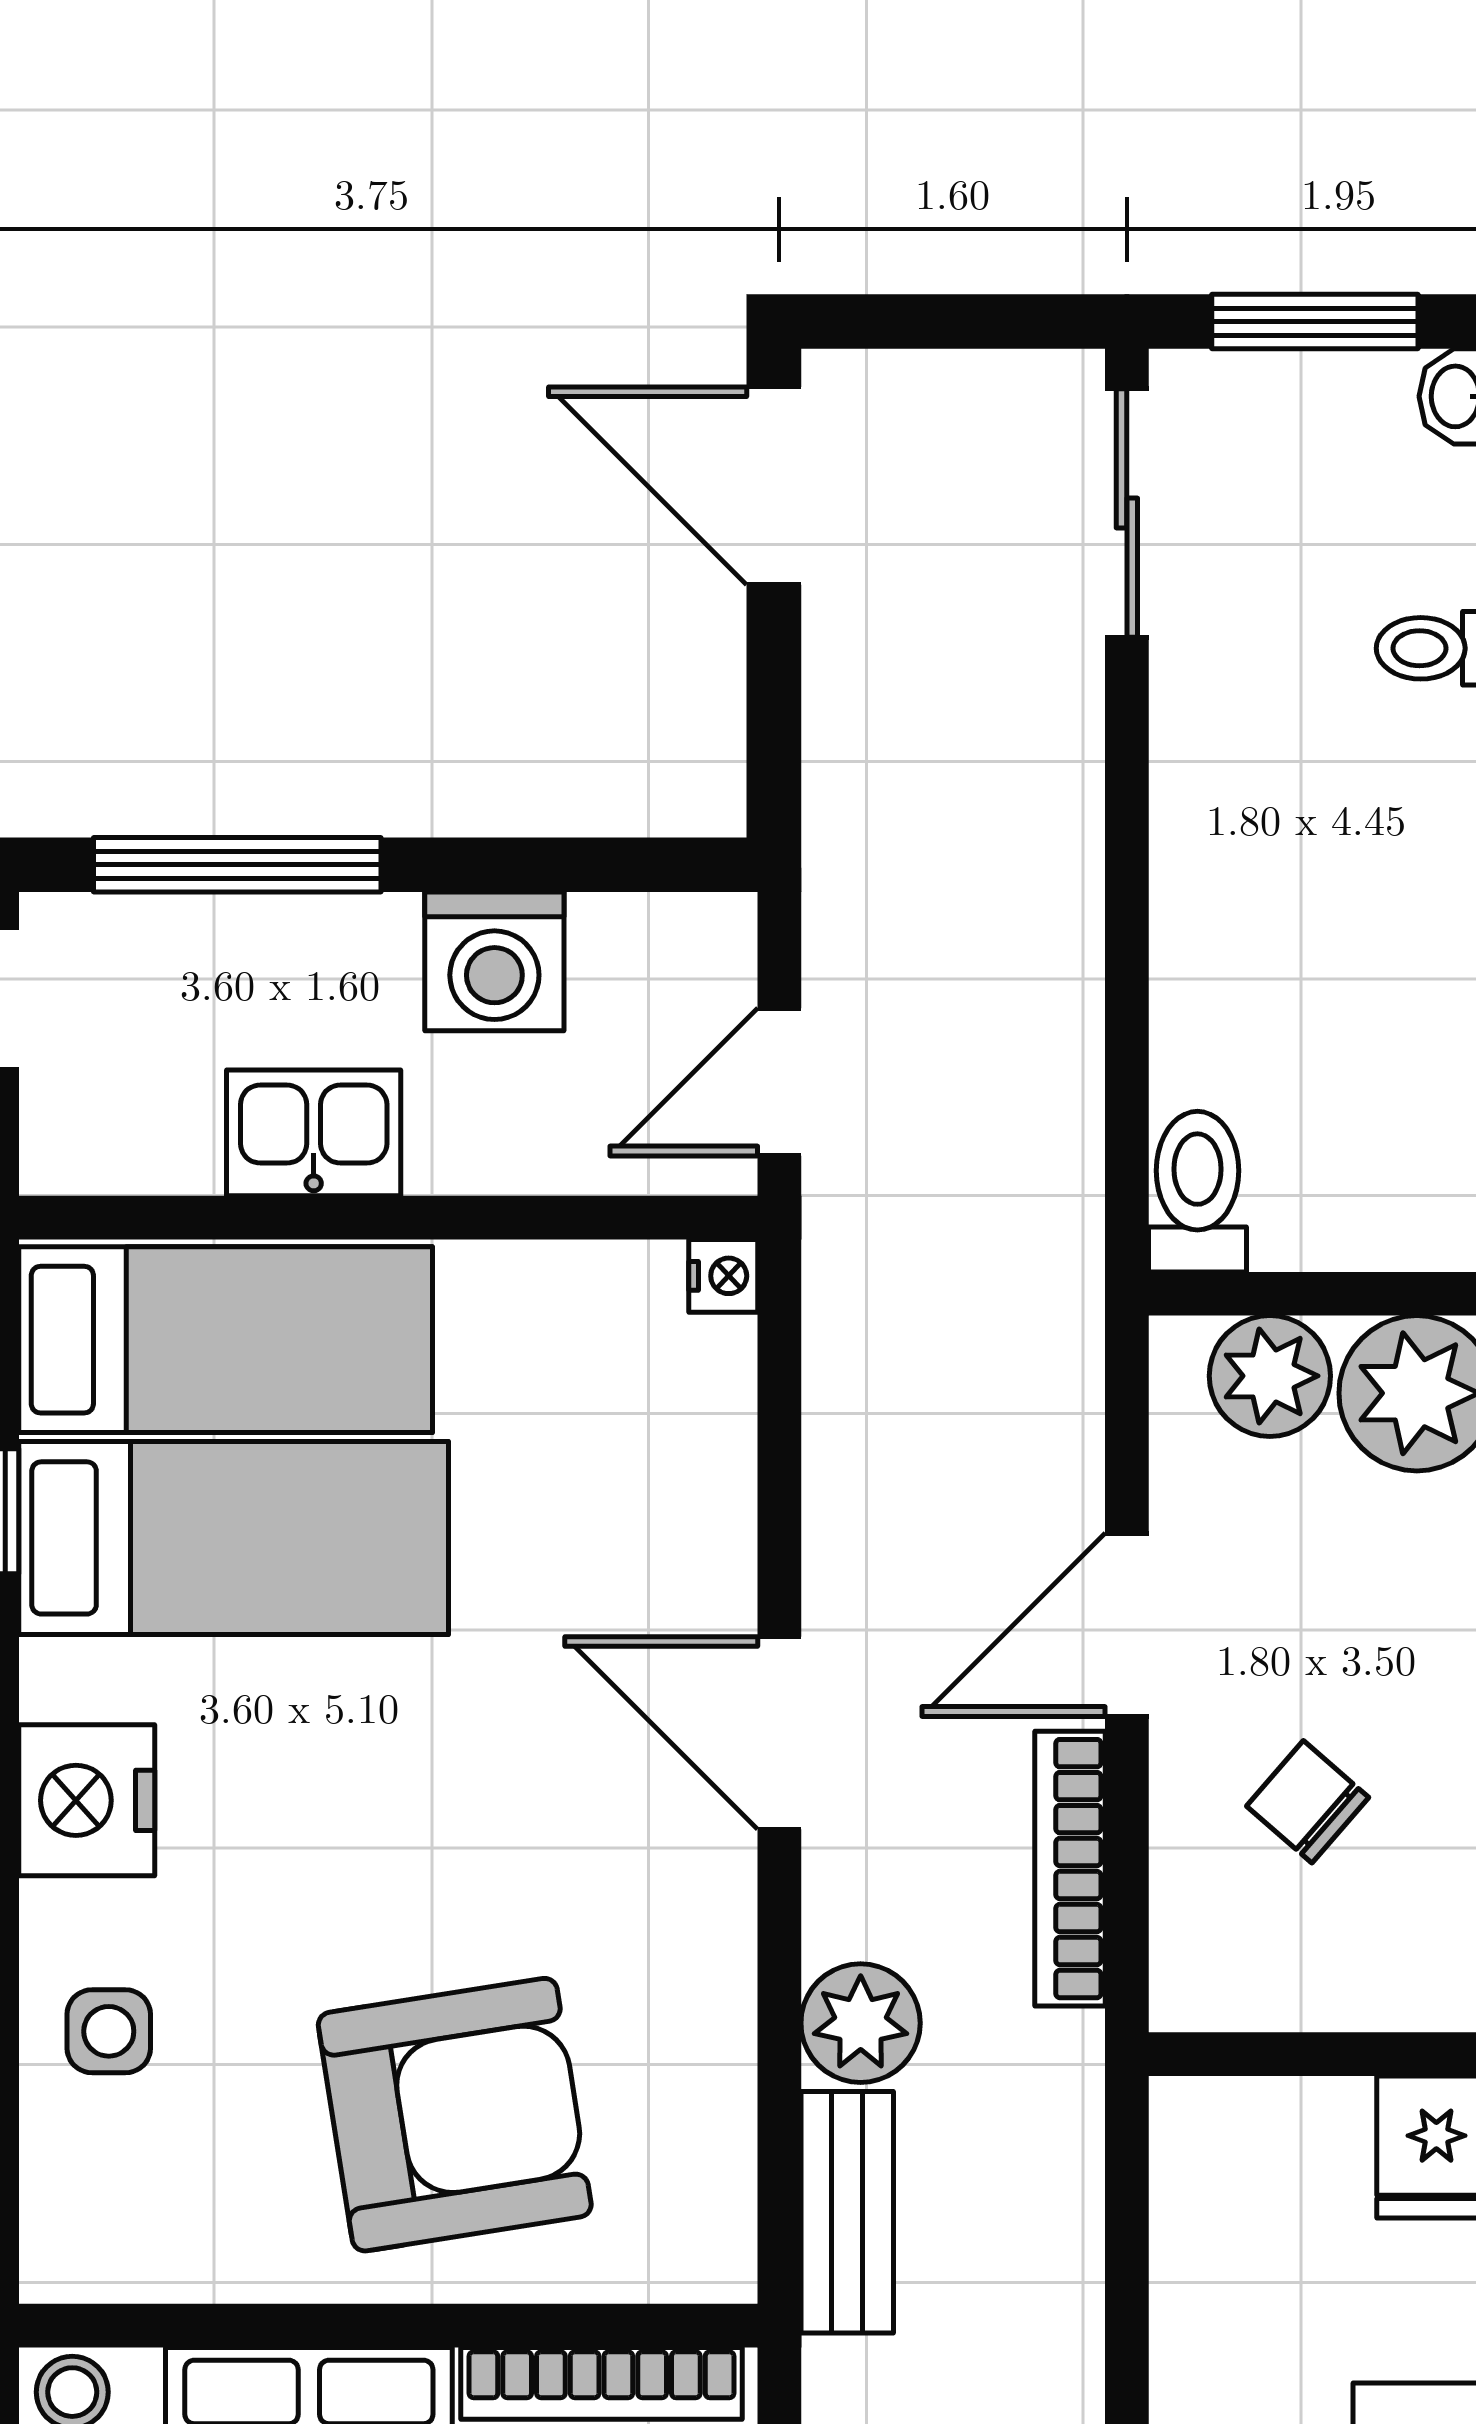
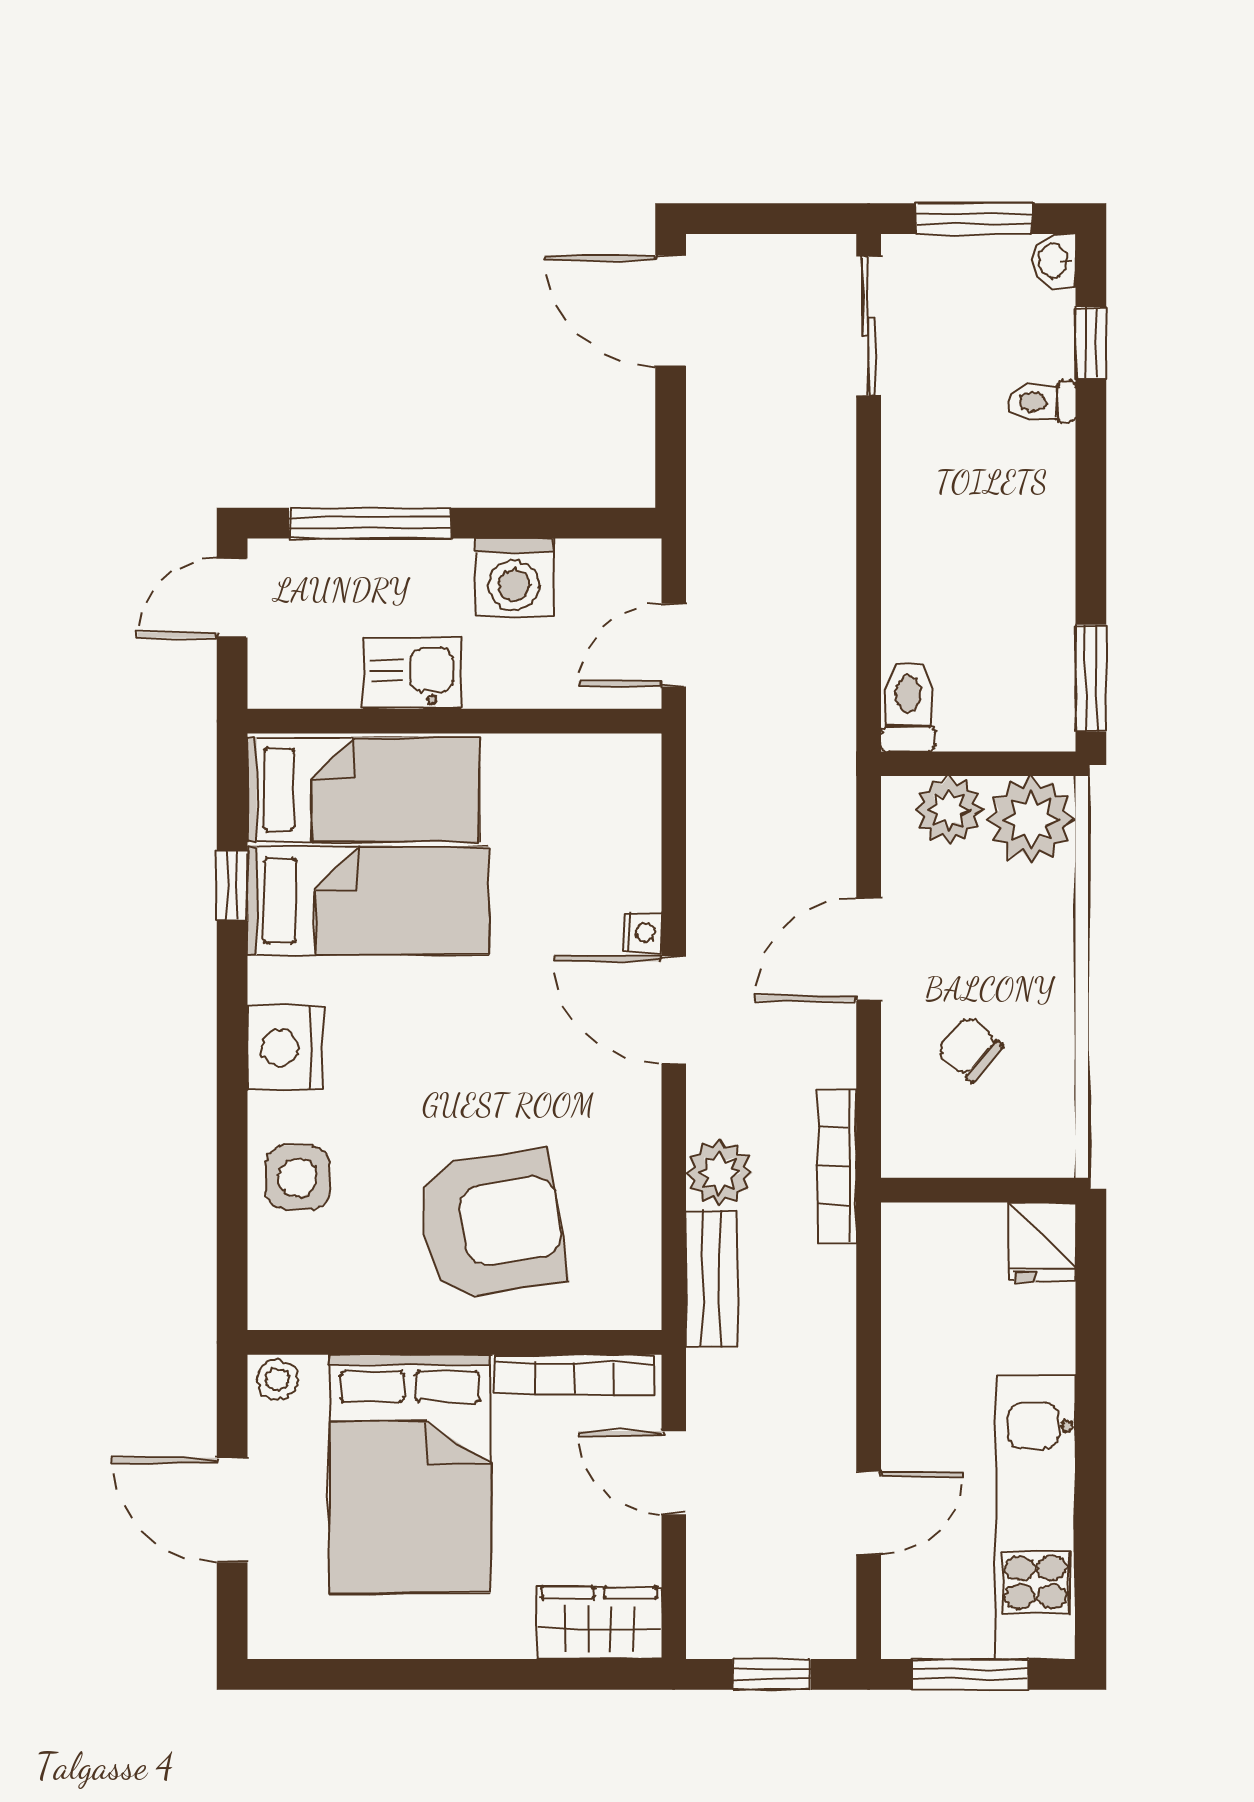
nightstand: (723, 1276) -> (642, 932), moved
bookcase: (1070, 1869) -> (837, 1166), moved
side table: (109, 2031) -> (298, 1177), width x1.37, depth x1.37

